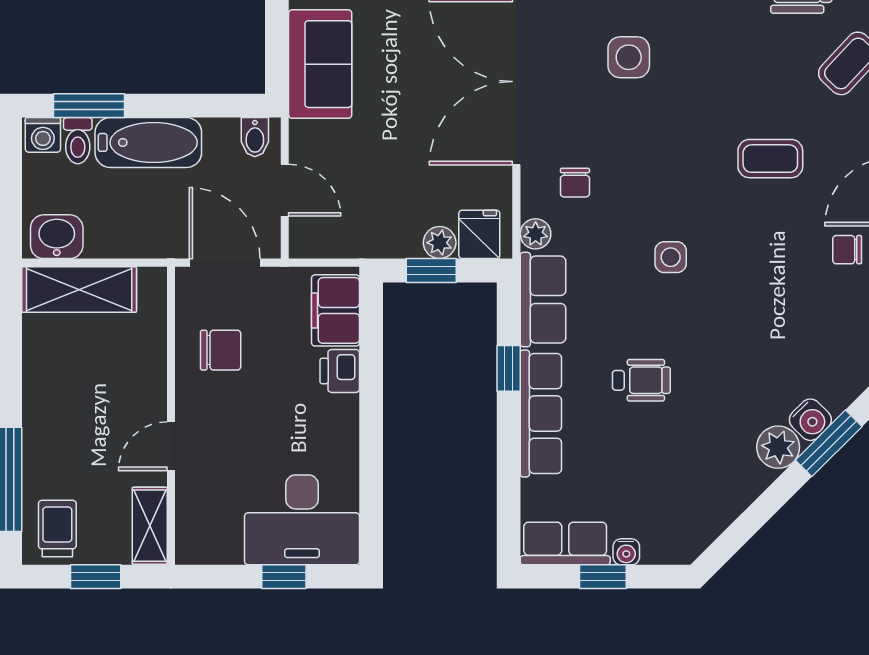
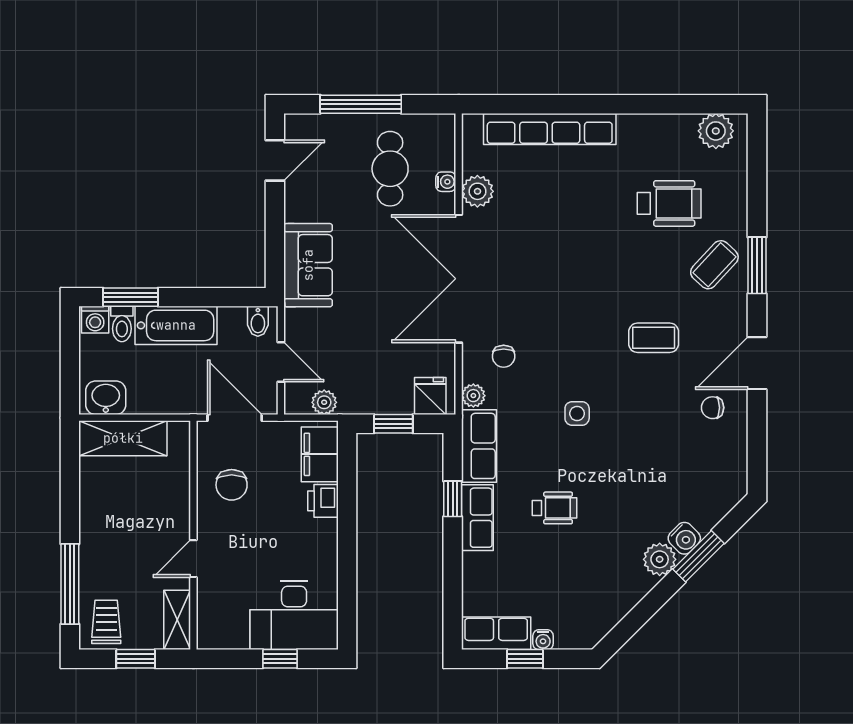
side table: (629, 57) -> (545, 260), removed
plant: (440, 243) -> (324, 402), moved
chair: (221, 350) -> (232, 485), turned 90
row of seats: (541, 413) -> (477, 518), width x0.68

